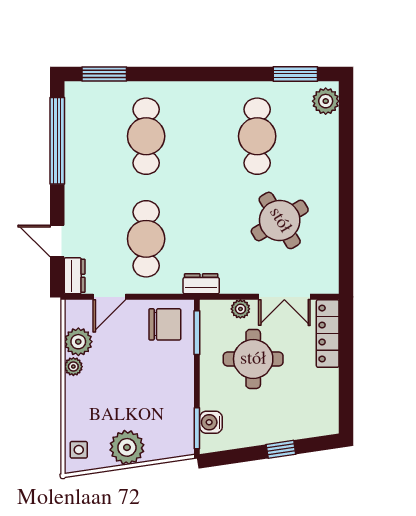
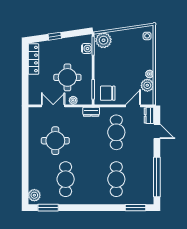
round table: (280, 220) -> (55, 141), turned 31
locker: (328, 334) -> (33, 59), moved
plant: (127, 447) -> (104, 40), moved

